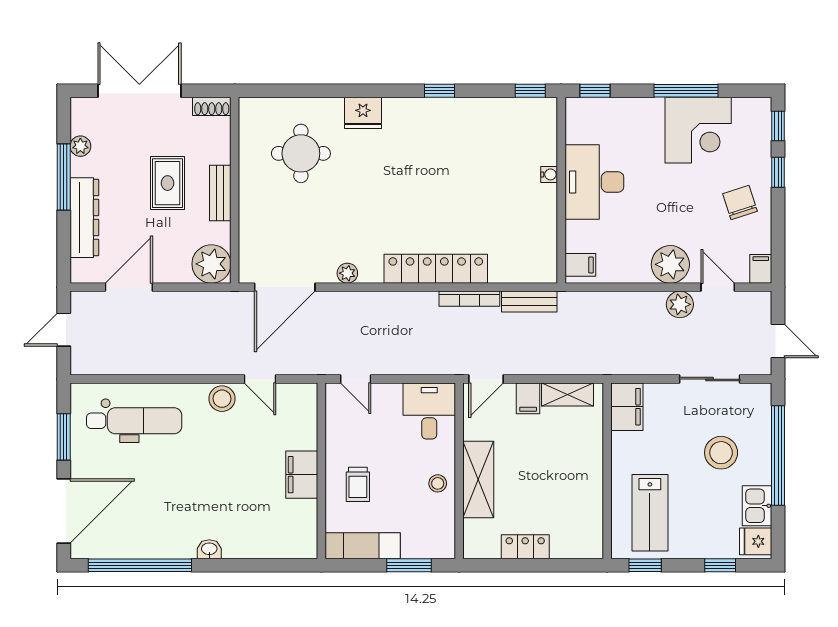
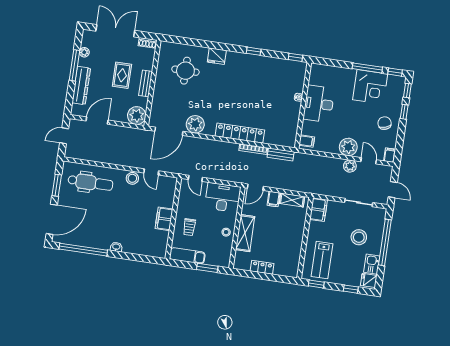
window: (595, 91) -> (395, 72), moved
plant: (347, 273) -> (195, 124), width x1.88, depth x1.88
desk: (429, 411) -> (223, 197), width x1.37

